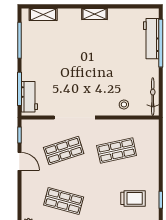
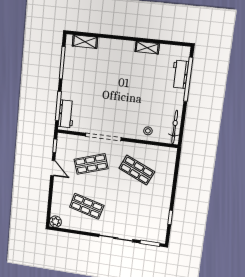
shelving: (95, 14) -> (147, 48), moved
workbench: (151, 39) -> (180, 74), width x0.73
shop shelf: (117, 150) -> (137, 170), turned 36
trolley: (133, 198) -> (146, 213), removed

